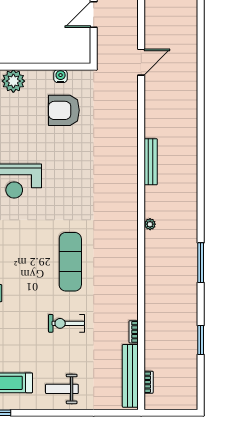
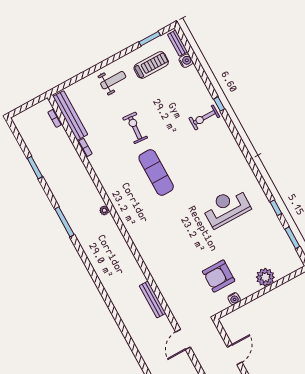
armchair: (64, 110) -> (219, 276), turned 180
bench: (151, 162) -> (152, 299), moved
plant: (150, 224) -> (104, 210), moved
exercise bike: (67, 323) -> (135, 128), turned -86

